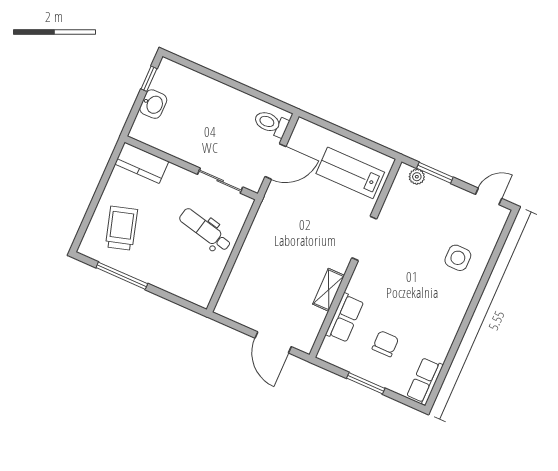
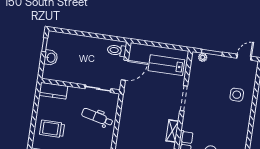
trolley: (121, 228) -> (52, 129), turned -74

